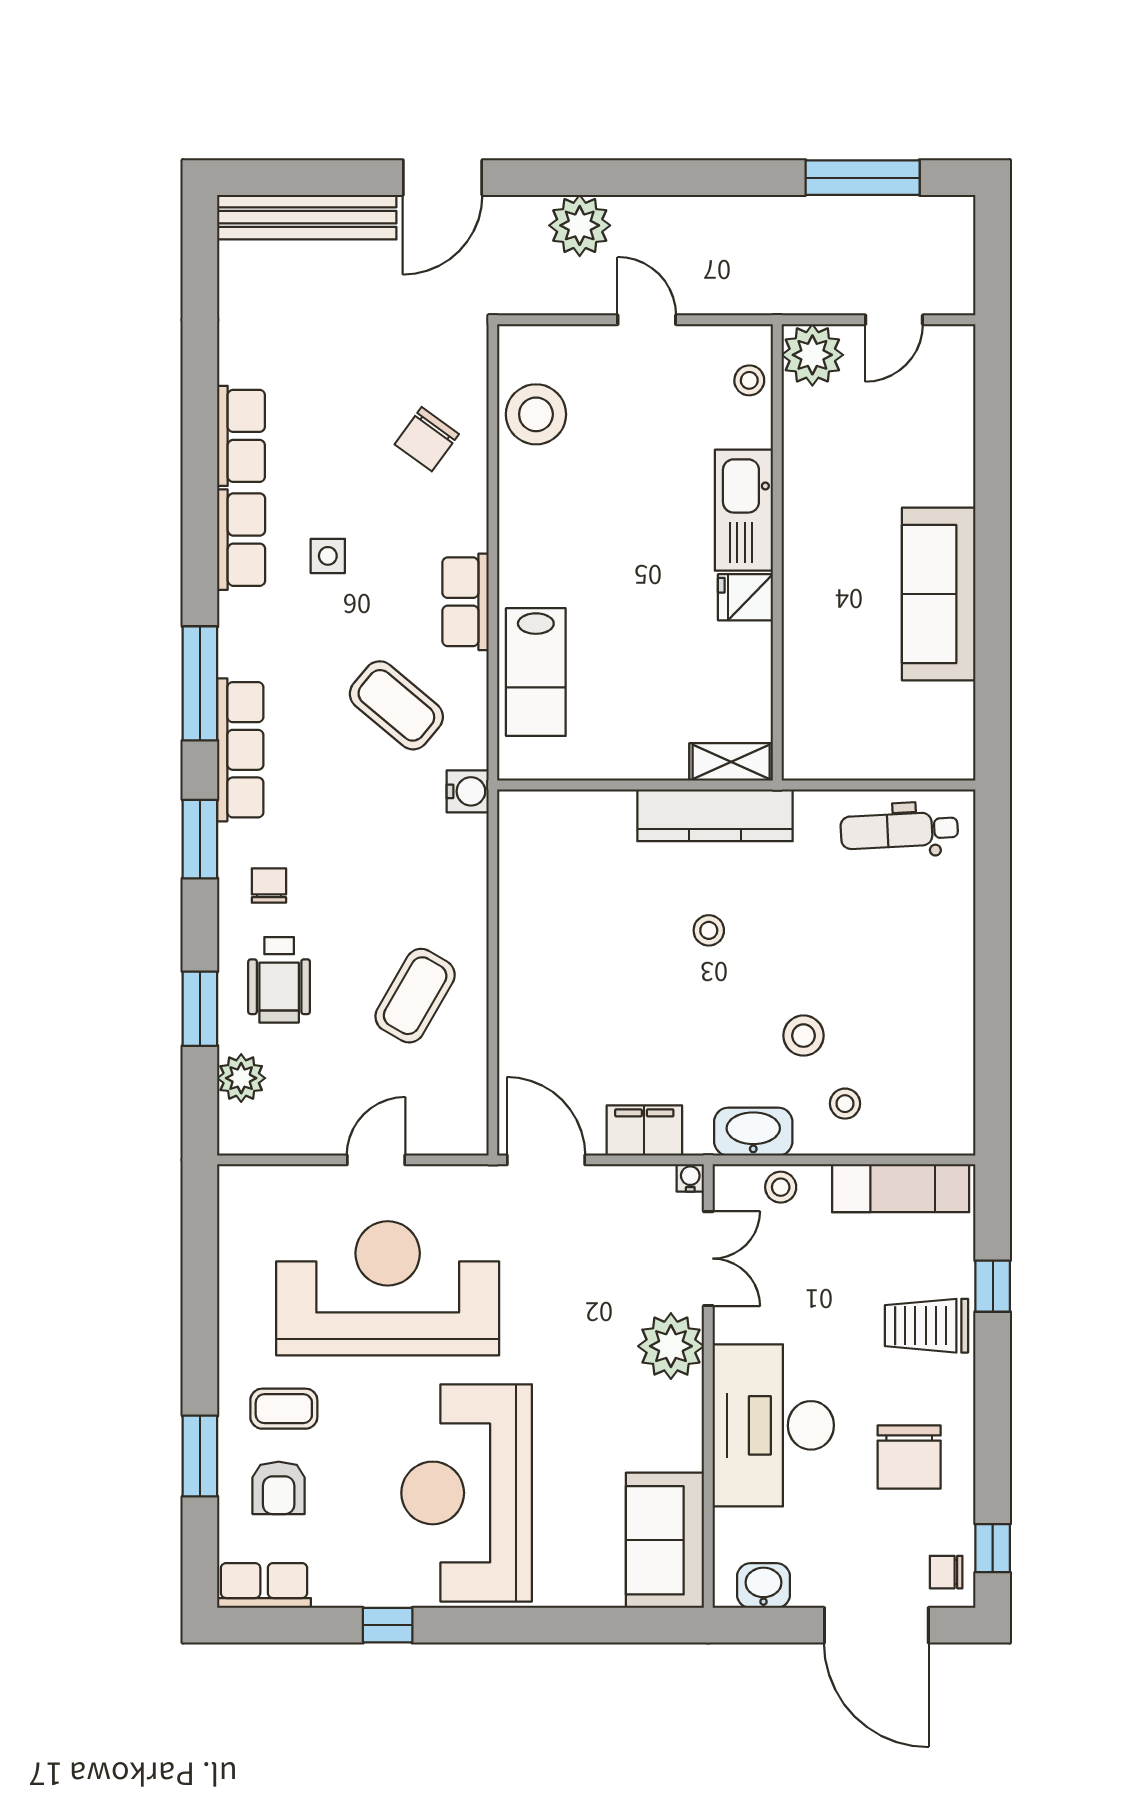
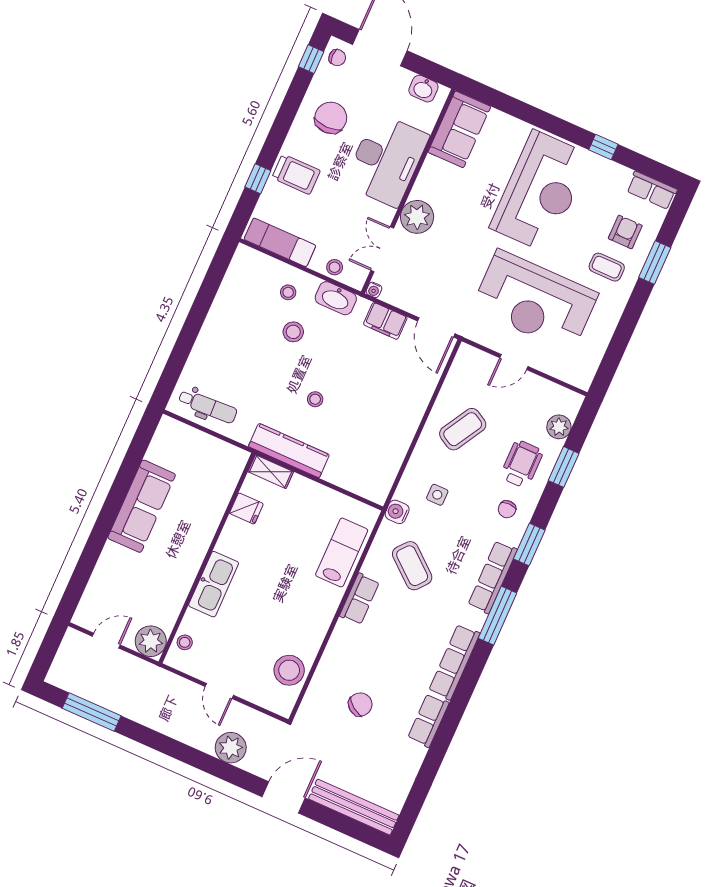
chair: (427, 439) -> (360, 704), moved
row of seats: (241, 540) -> (454, 662), width x1.48
side table: (328, 556) -> (437, 495), moved
fridge: (745, 597) -> (246, 509), moved

